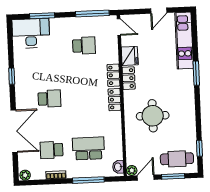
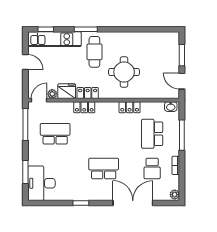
school desk: (84, 46) -> (55, 134), width x1.85
school desk: (49, 99) -> (104, 168), width x1.85
locker: (115, 100) -> (130, 107), moved
window: (199, 148) -> (46, 29), moved
cafe table: (177, 159) -> (94, 52), moved
plant: (132, 170) -> (52, 94), moved

